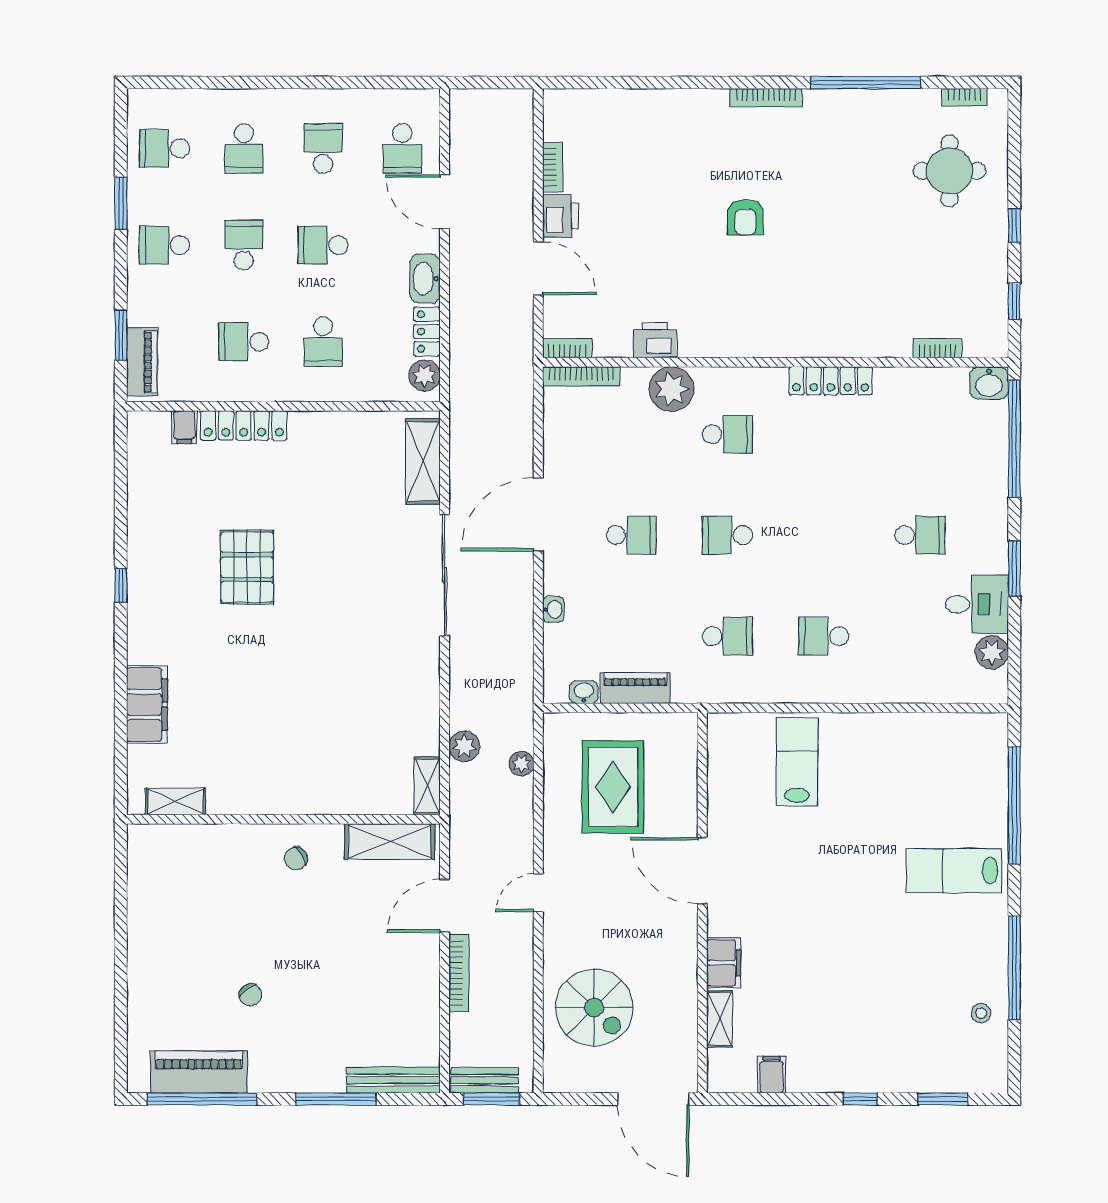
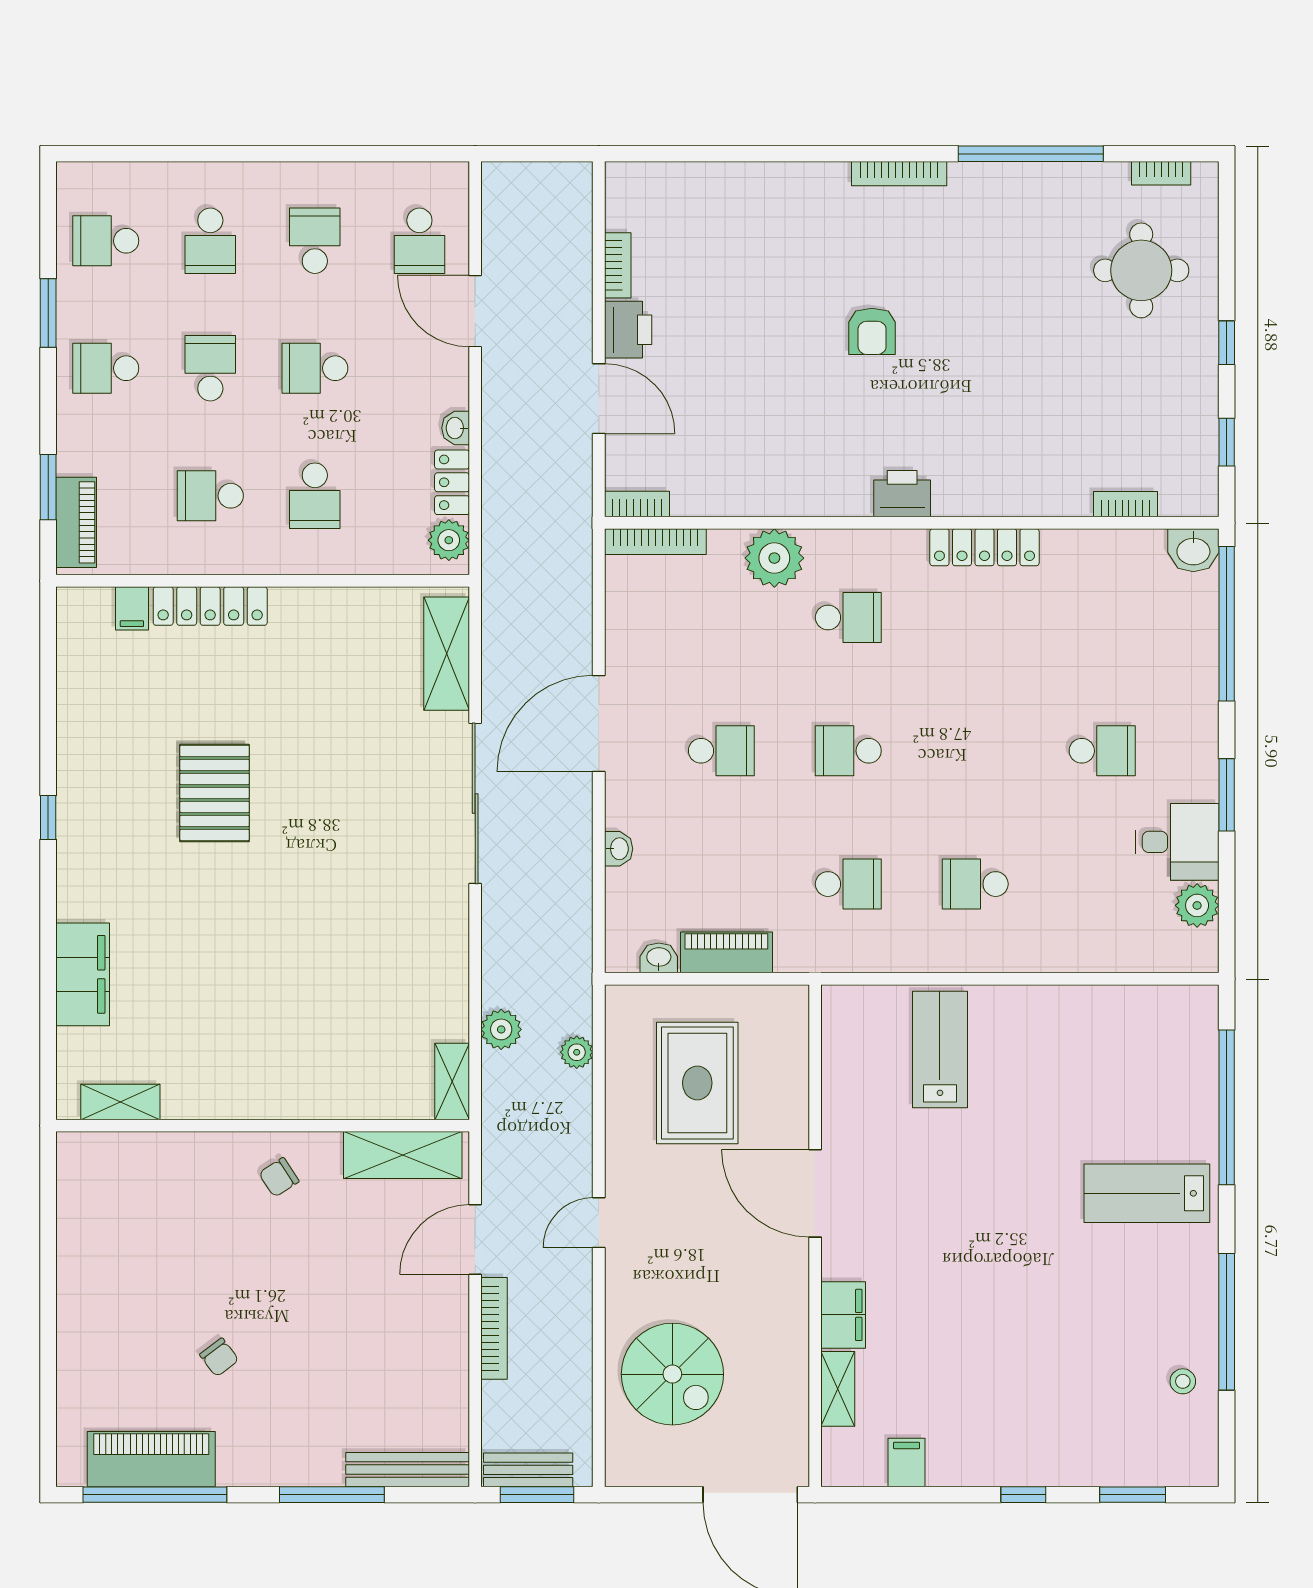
washbasin: (425, 279) -> (456, 428), width x0.52, depth x0.69
printer: (655, 340) -> (902, 494), moved

